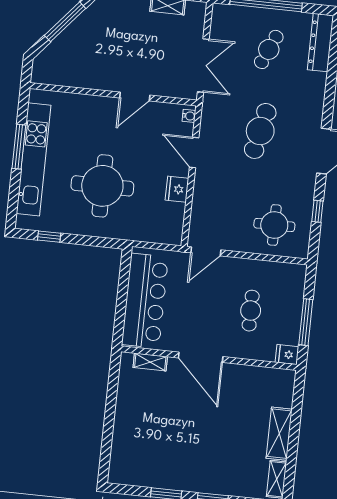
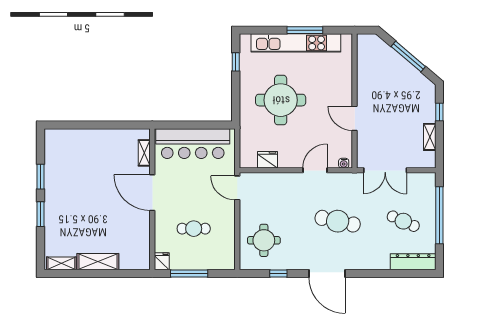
fridge: (177, 189) -> (268, 160), moved
door: (201, 357) -> (152, 193), hinge flipped

